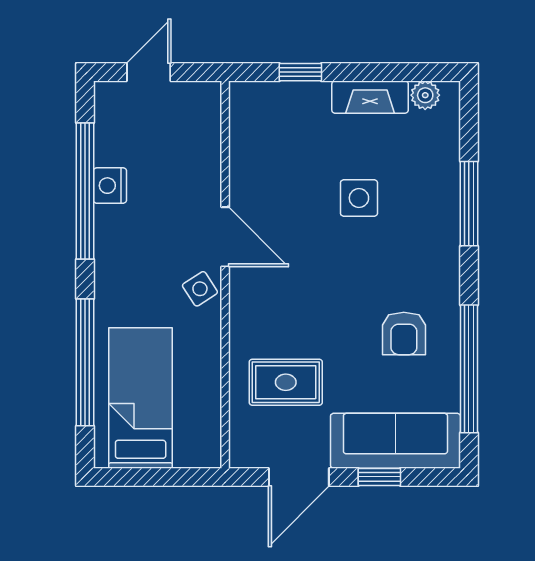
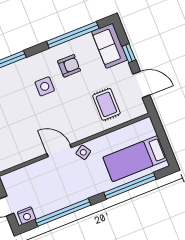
nightstand: (110, 186) -> (27, 216), moved
side table: (359, 198) -> (45, 86), moved
door: (225, 237) -> (59, 151), hinge flipped
sofa: (395, 441) -> (110, 46), width x0.73

